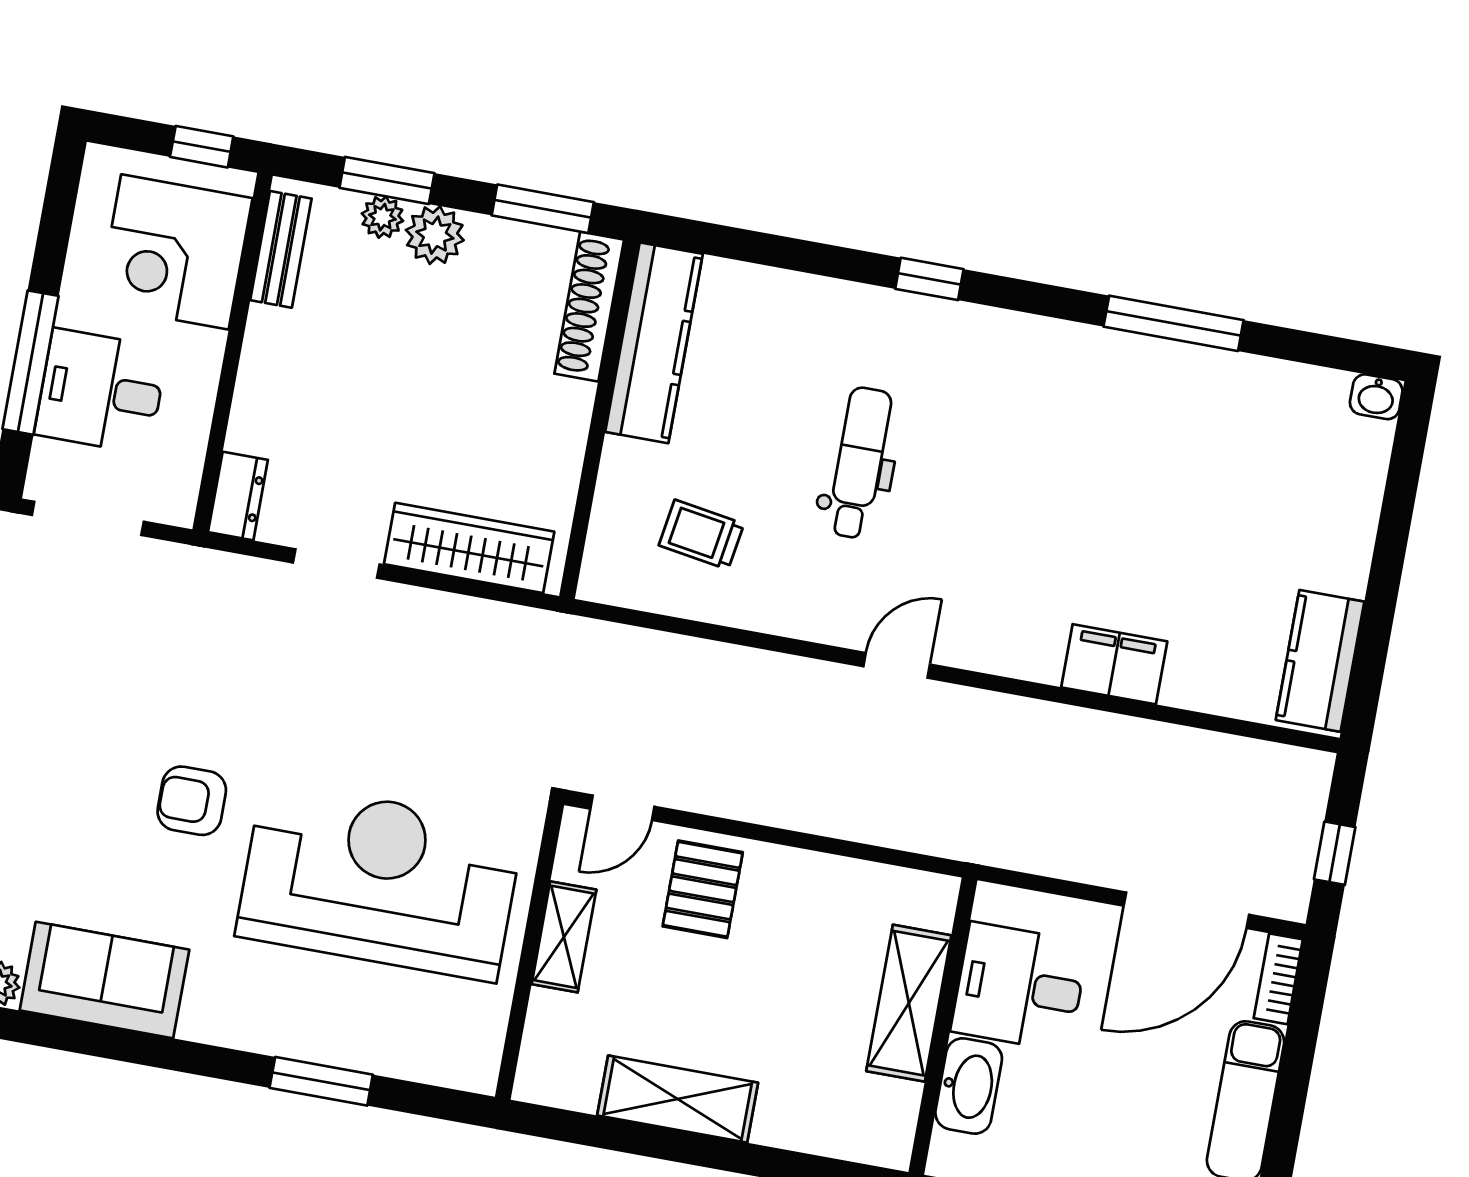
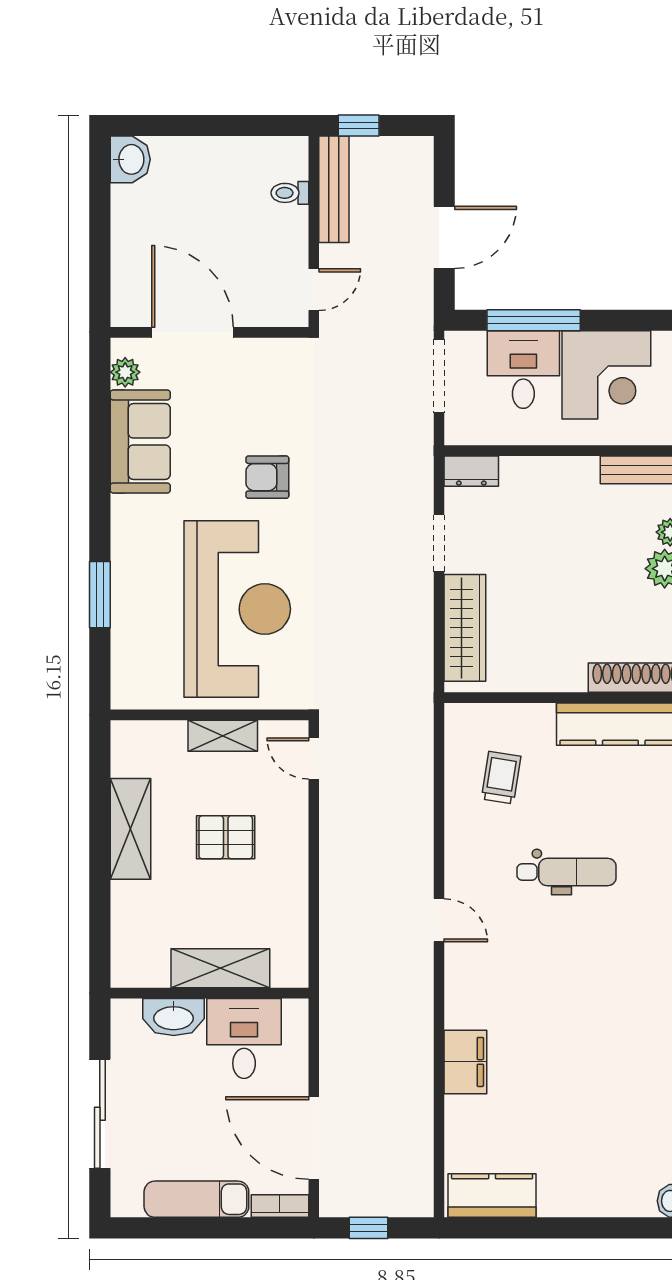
corner desk: (175, 252) -> (606, 375), moved, turned 180
armchair: (192, 801) -> (267, 477), turned -90
pallet: (703, 889) -> (226, 837), moved

